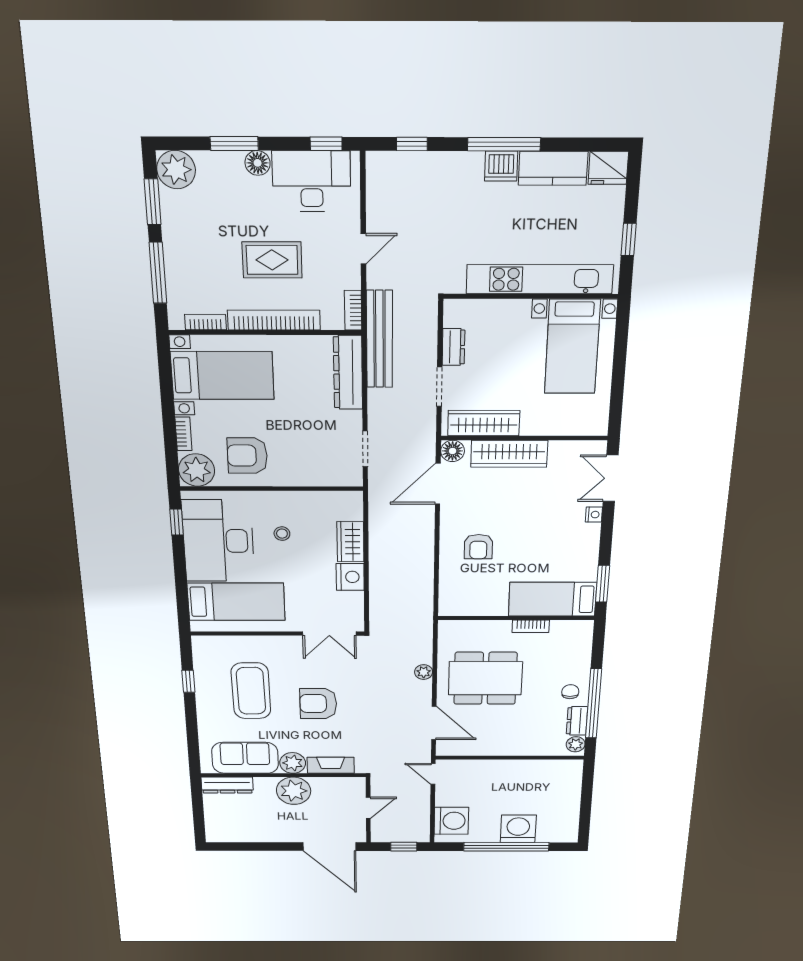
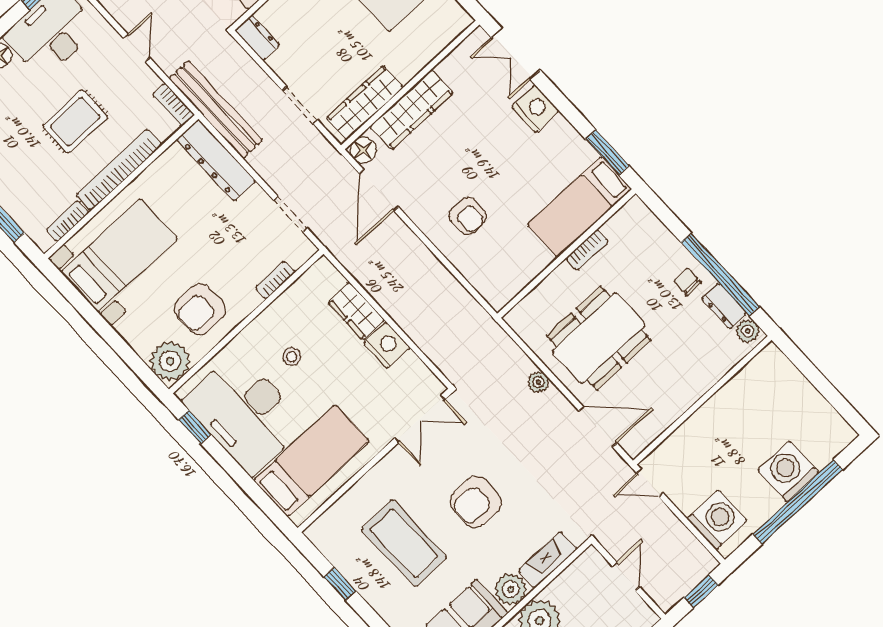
dresser: (454, 347) -> (257, 38), moved
bookcase: (183, 434) -> (275, 280), moved, turned -90
nightstand: (594, 515) -> (535, 109), width x1.89, depth x1.79

